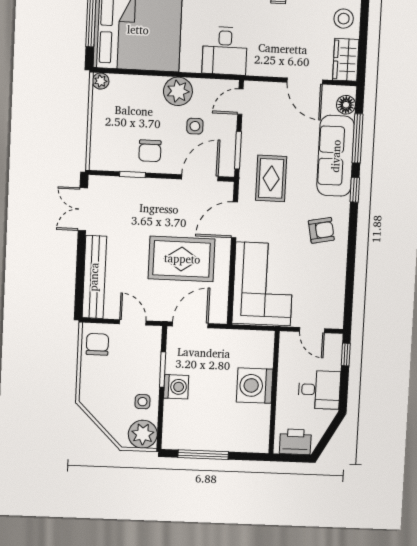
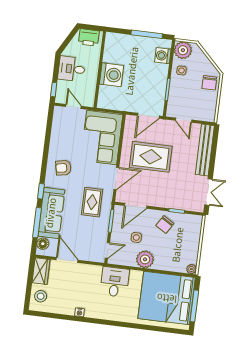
chair: (150, 151) -> (165, 225), turned -149
chair: (97, 344) -> (209, 83), moved
washing machine: (176, 387) -> (163, 56), moved

